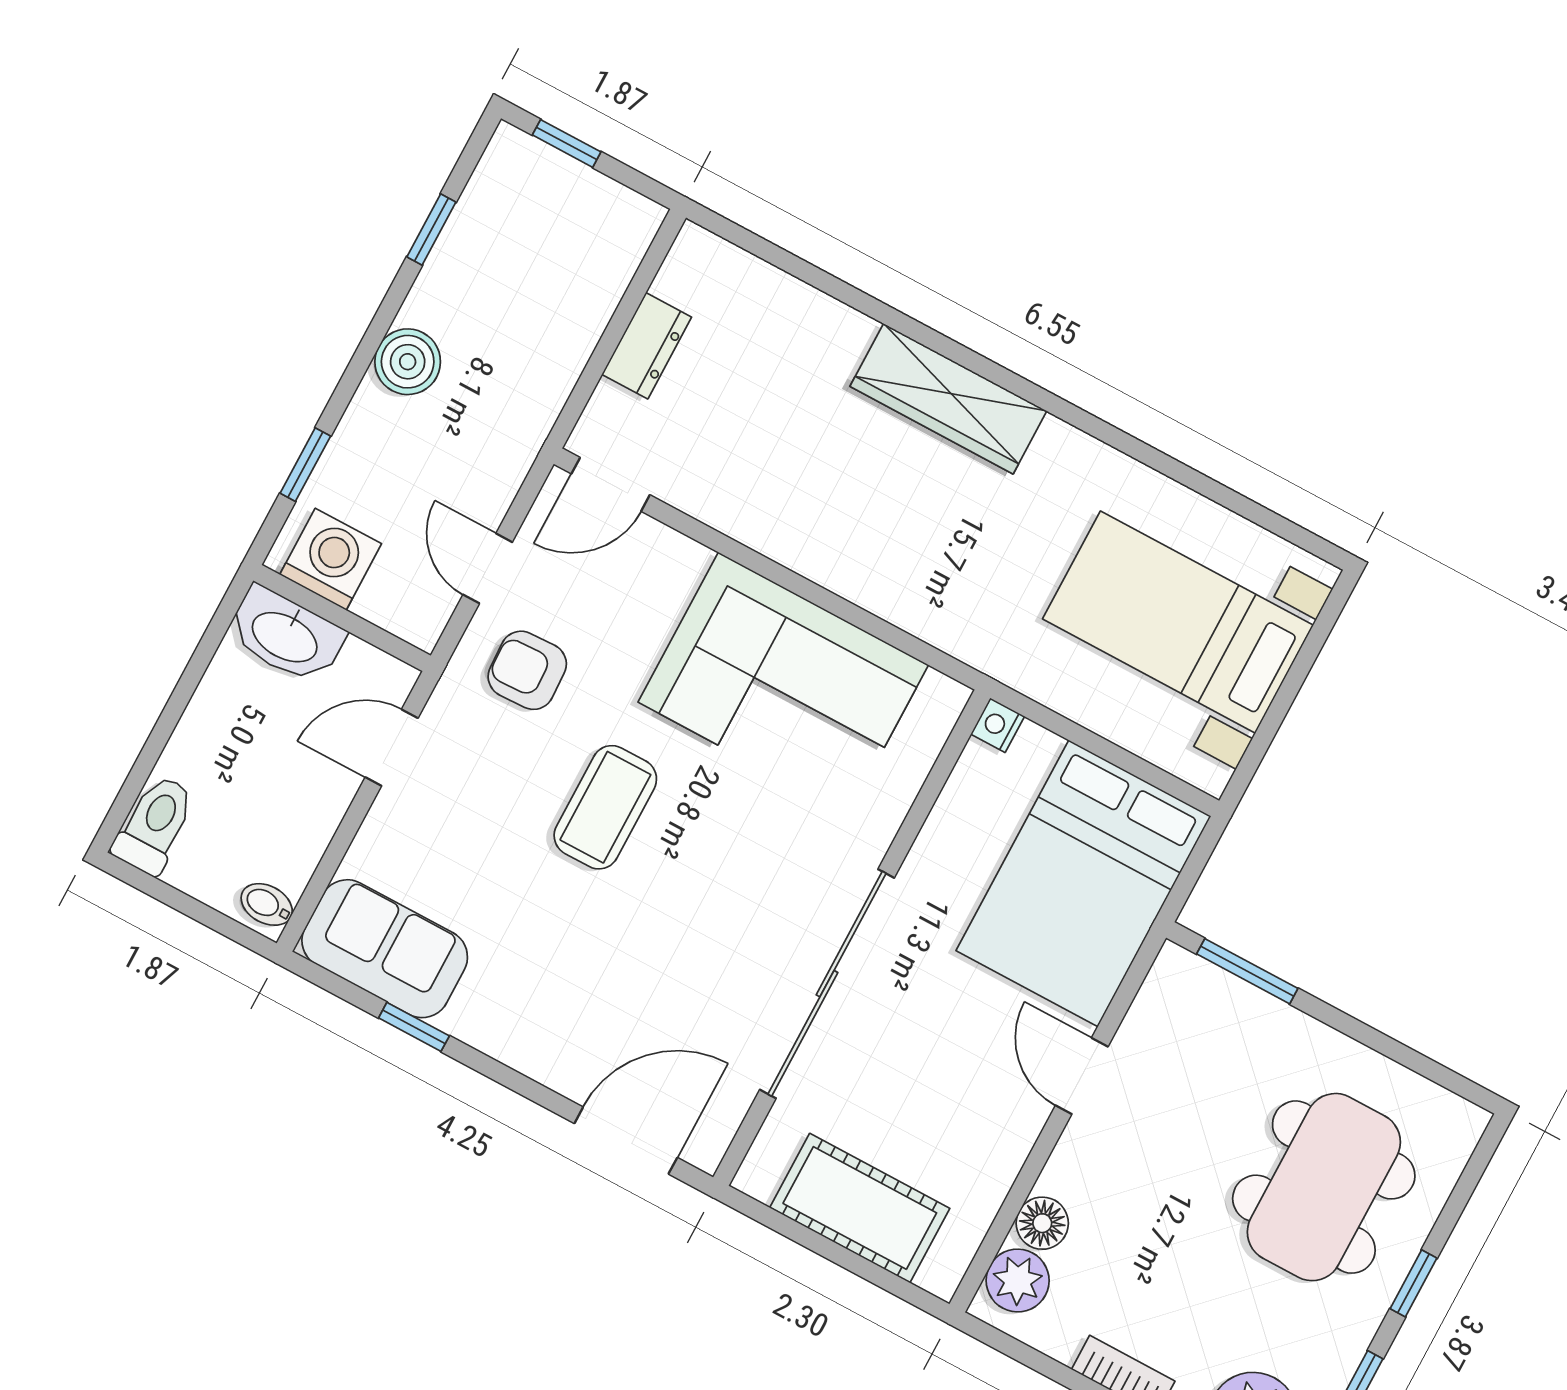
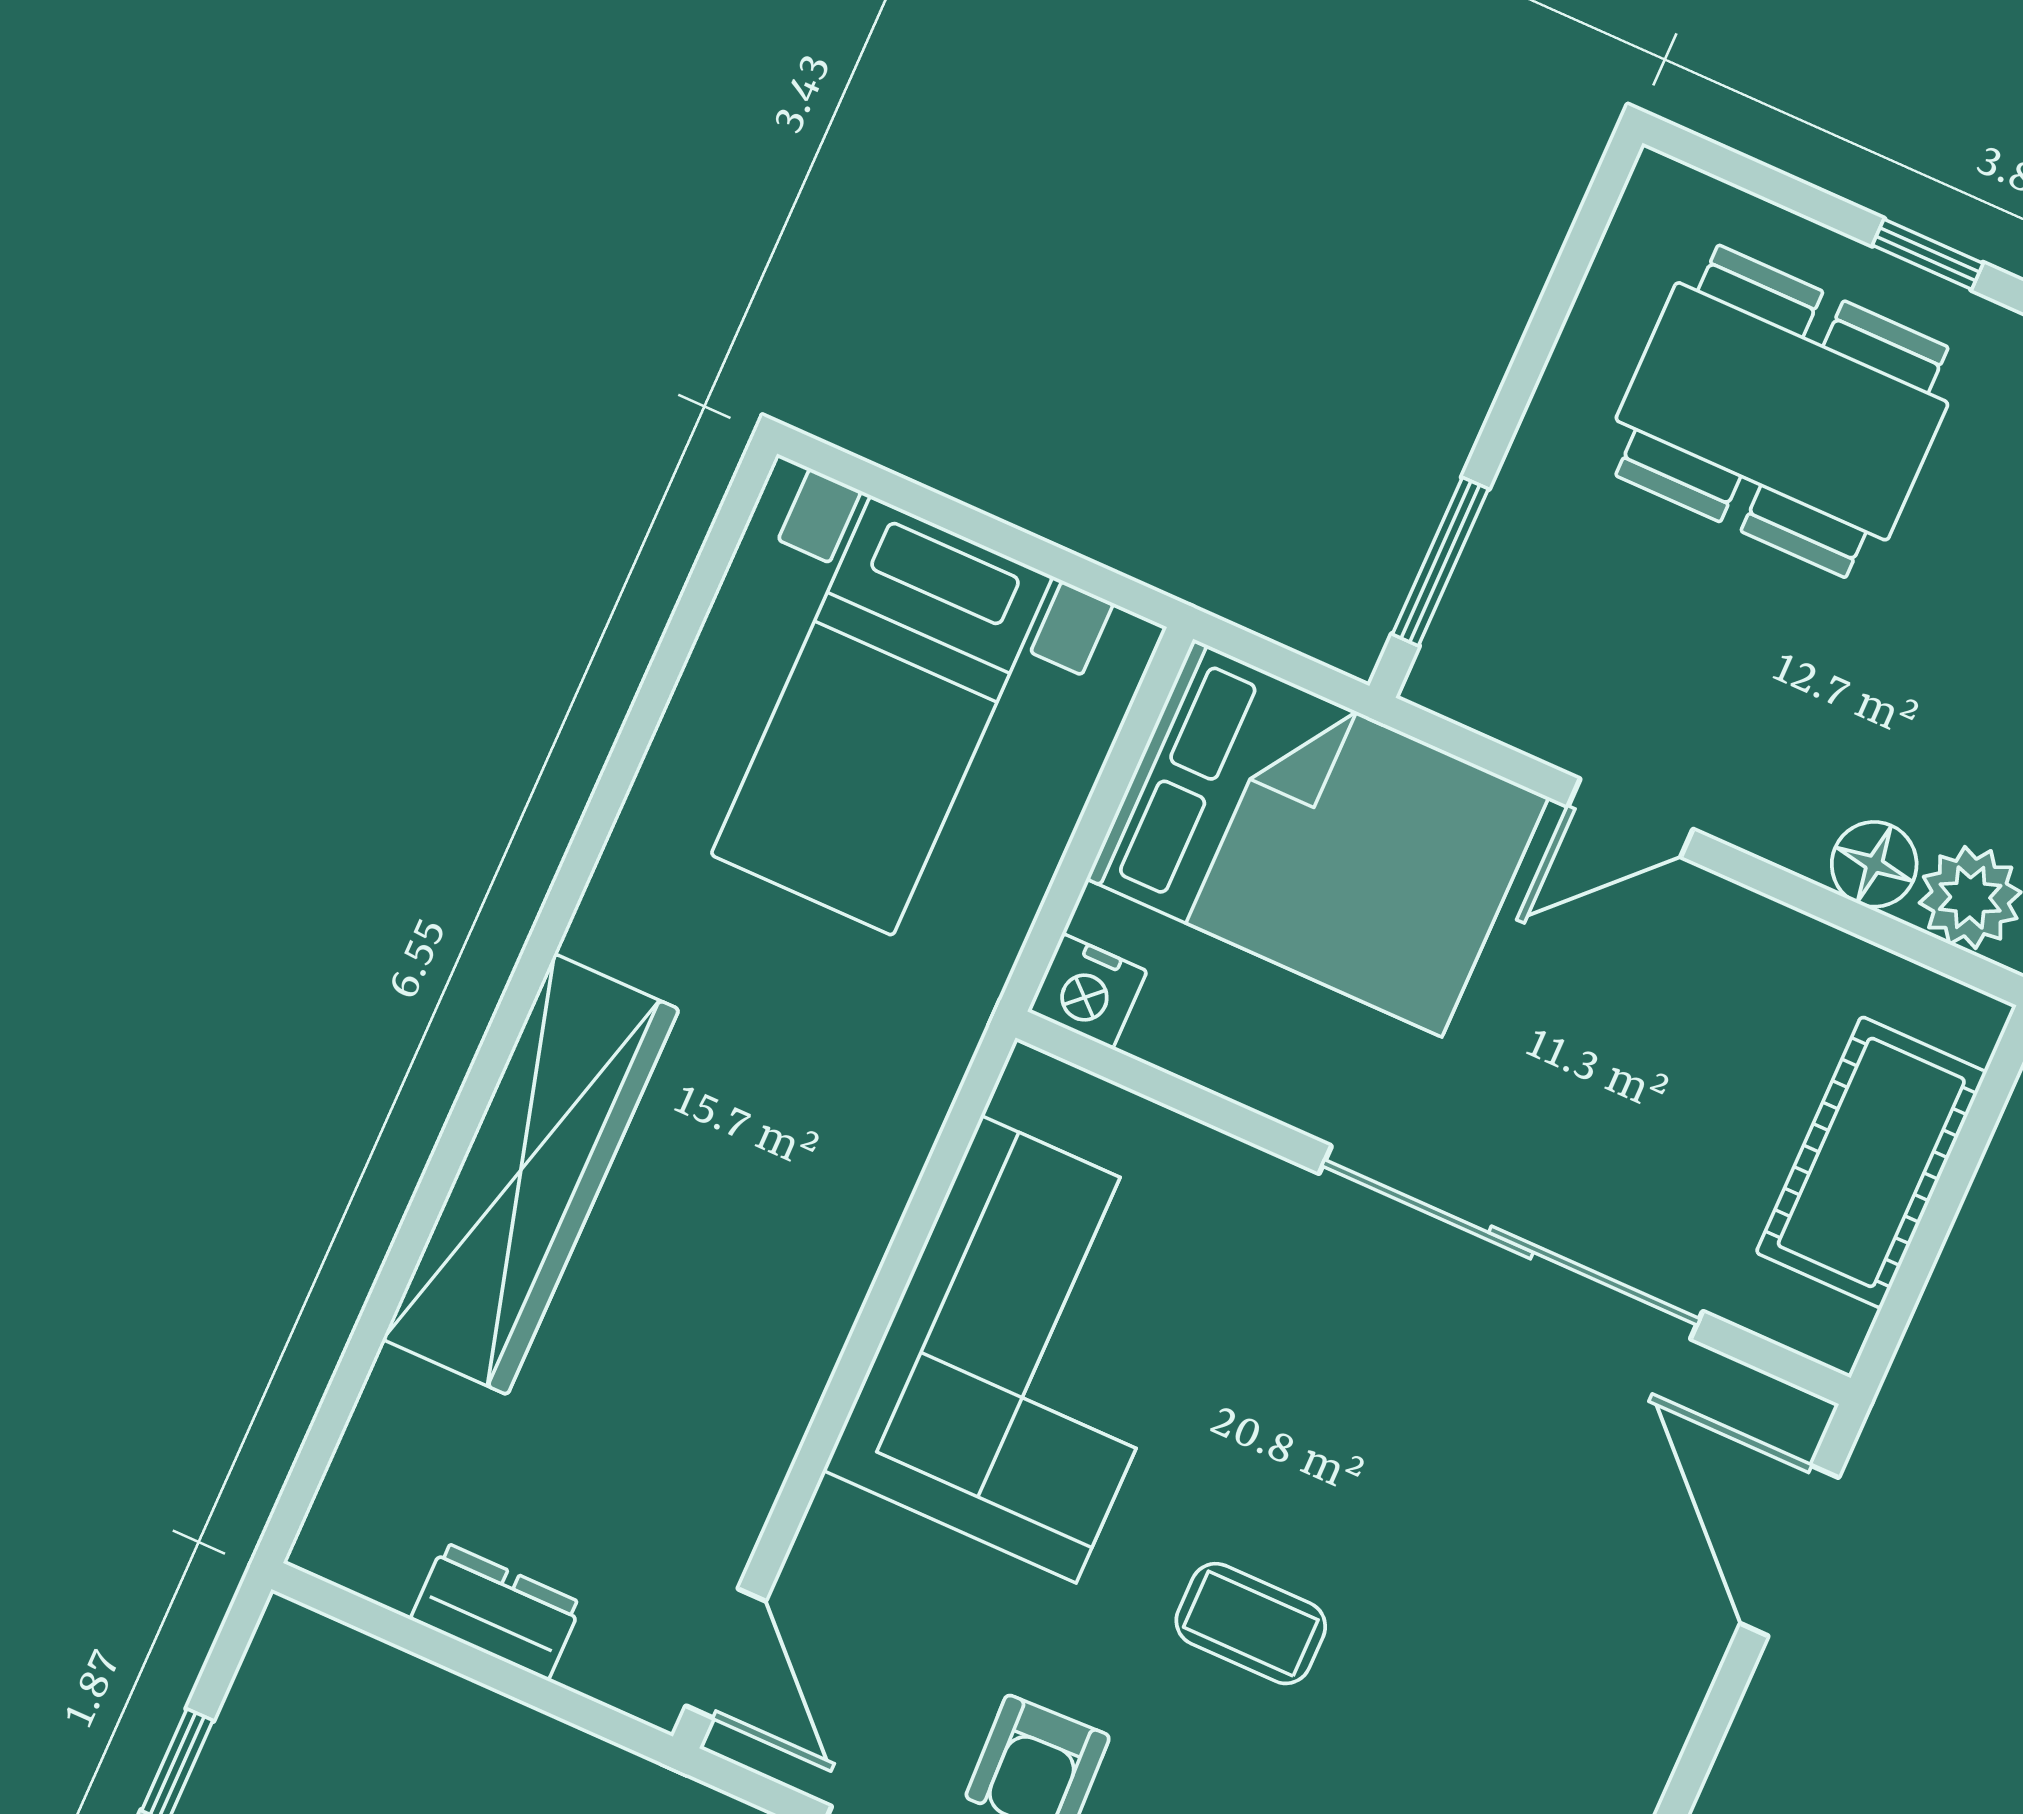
wardrobe: (948, 399) -> (531, 1174), width x1.40, depth x1.17
nightstand: (998, 725) -> (1087, 991), width x1.39, depth x1.35
coffee table: (605, 807) -> (1251, 1624), width x0.73, depth x0.77

